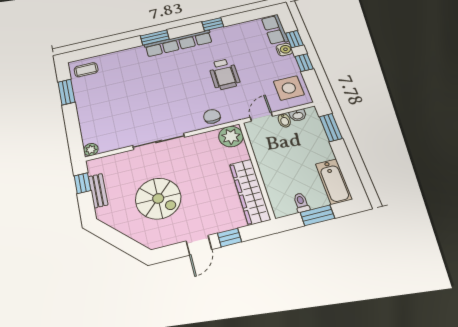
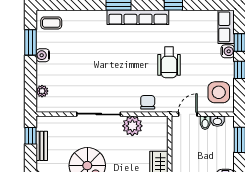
water cooler: (82, 101) -> (43, 55), added
plant: (231, 136) -> (132, 126), moved
plant: (91, 150) -> (42, 91), moved

